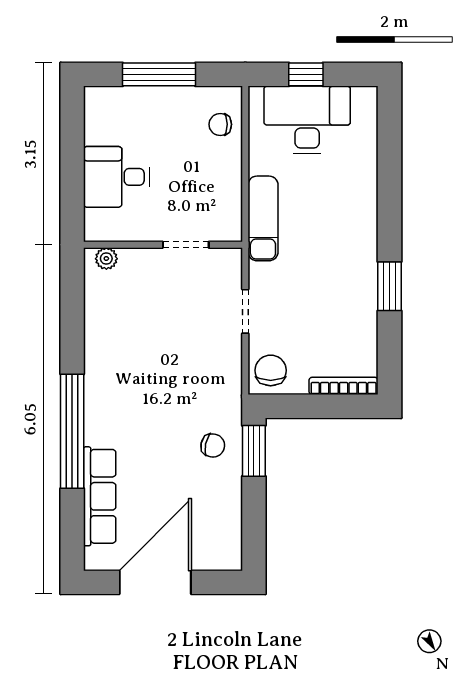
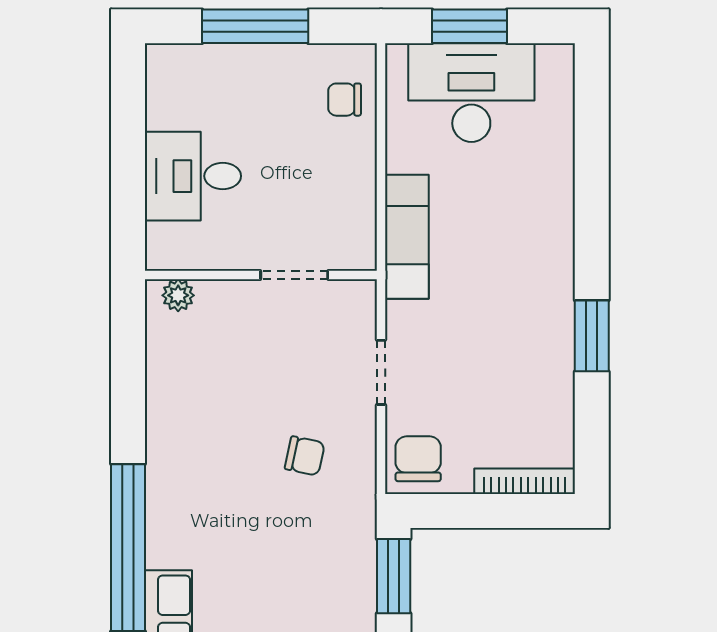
window: (306, 74) -> (470, 26), width x1.50
chair: (213, 446) -> (305, 456), moved

